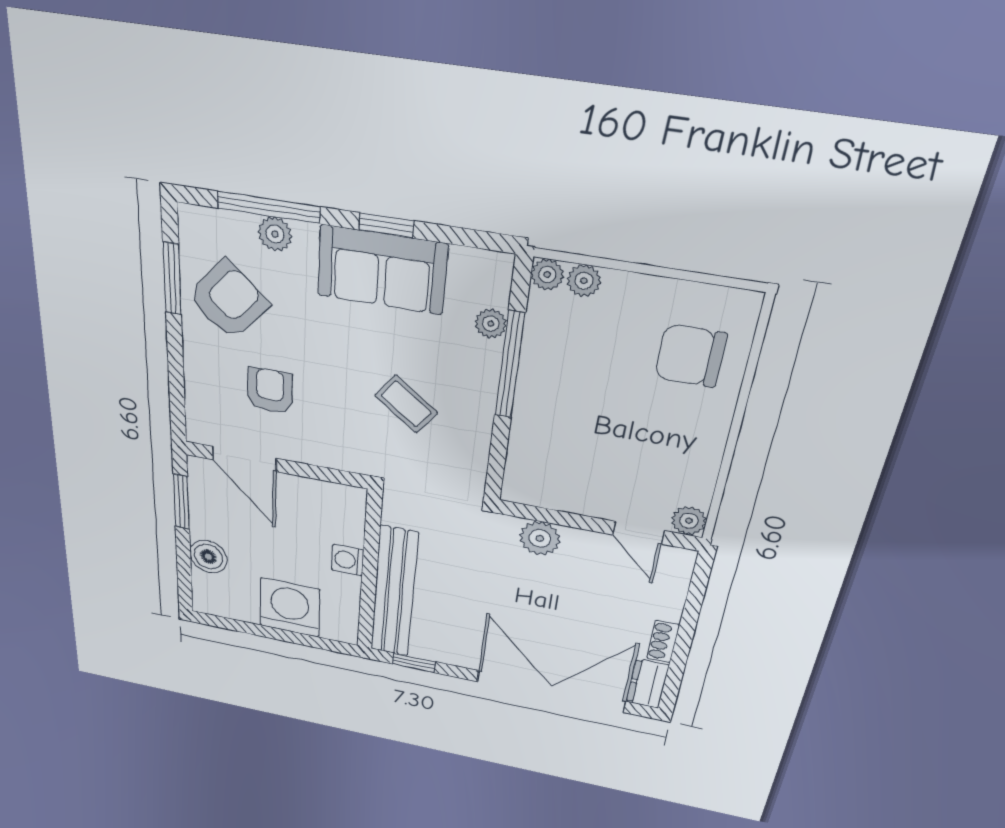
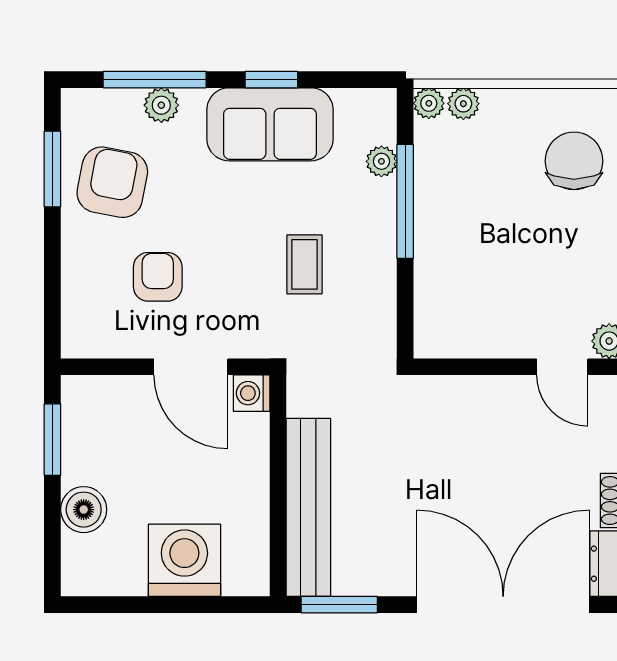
armchair: (228, 300) -> (112, 182), turned -31
chair: (691, 356) -> (574, 161), turned 90
coffee table: (406, 404) -> (305, 264), turned 53
door: (244, 459) -> (191, 367), moved
plant: (540, 538) -> (462, 397), removed
washing machine: (348, 560) -> (252, 393), moved
window: (414, 663) -> (339, 605), width x1.50

